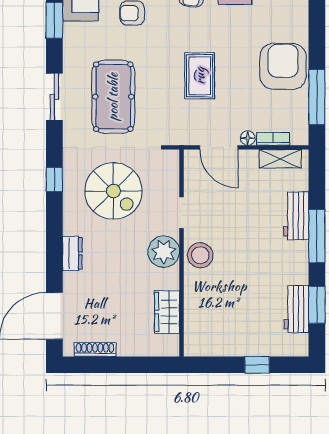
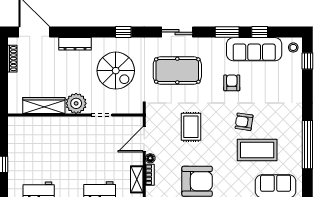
rug: (200, 76) -> (191, 127), turned 90
spiral stairs: (113, 191) -> (116, 71), turned -90
dresser: (72, 253) -> (75, 44), width x1.44
stool: (200, 255) -> (74, 127), removed
wardrobe: (167, 312) -> (44, 106), width x1.50

